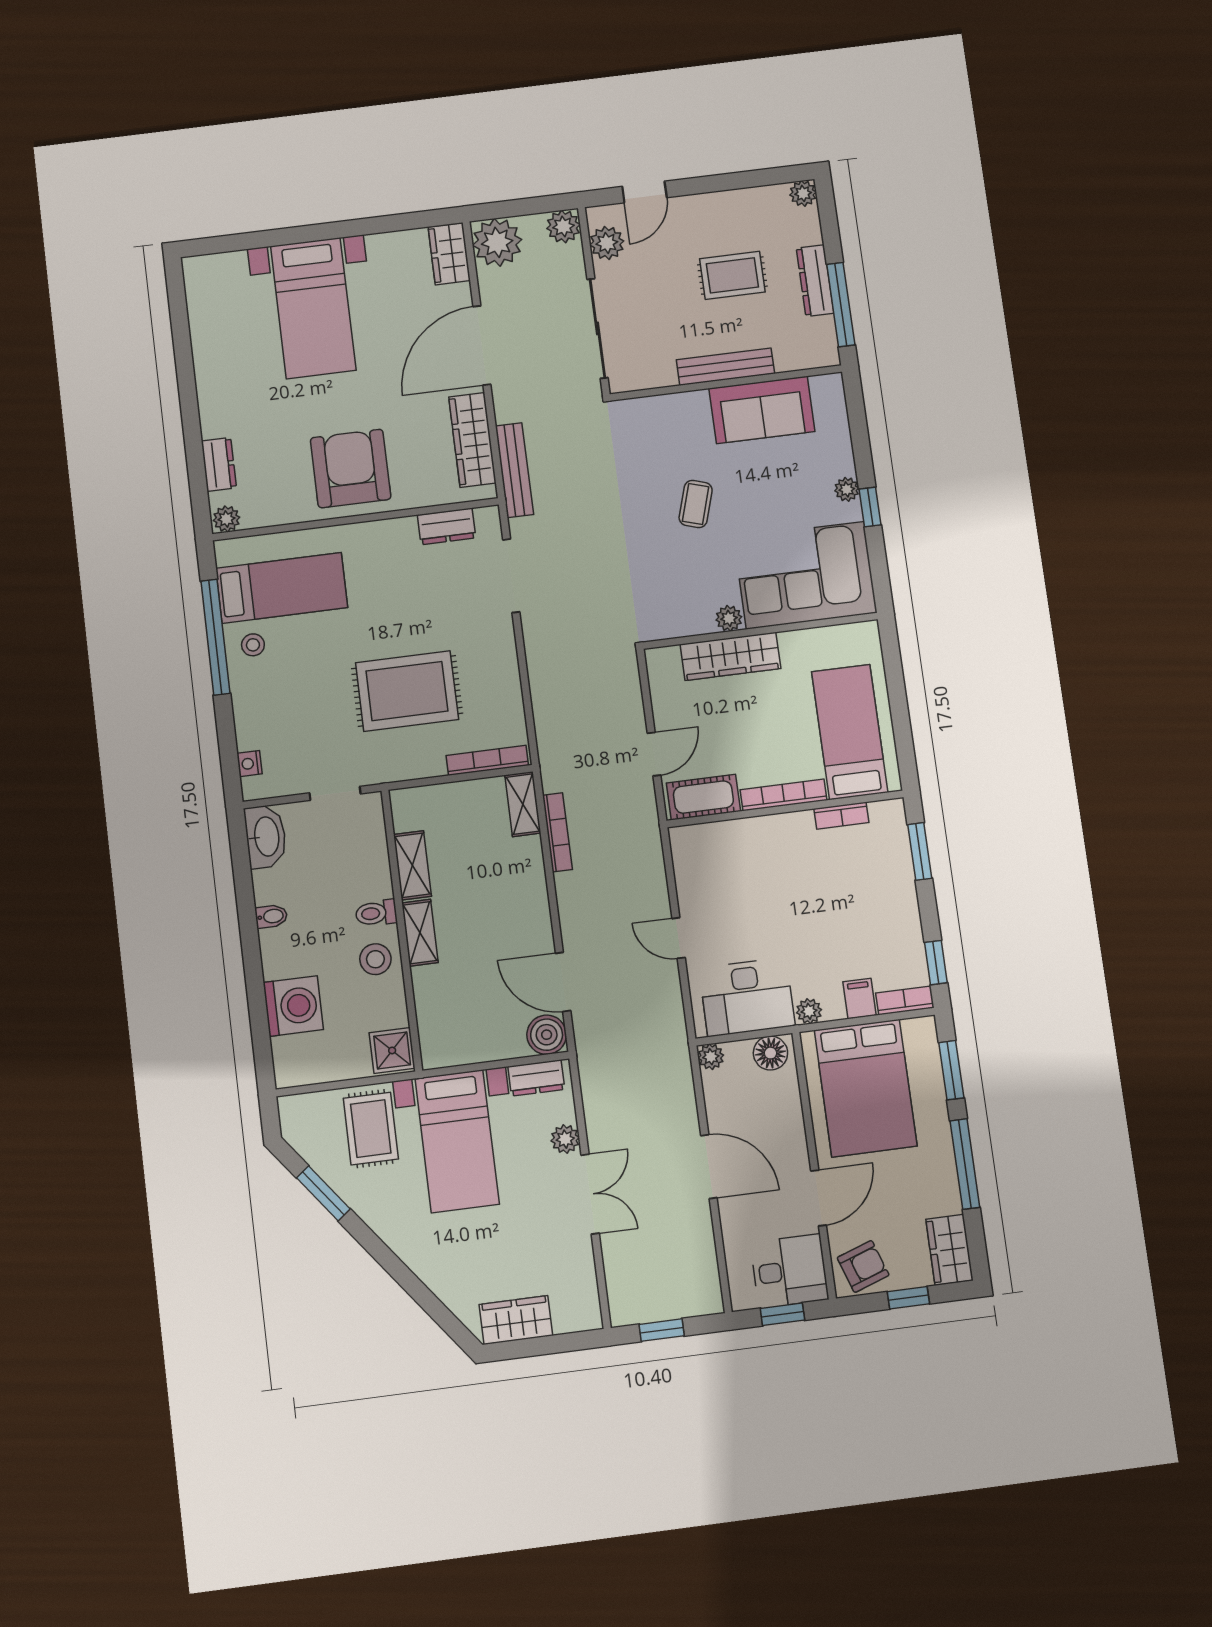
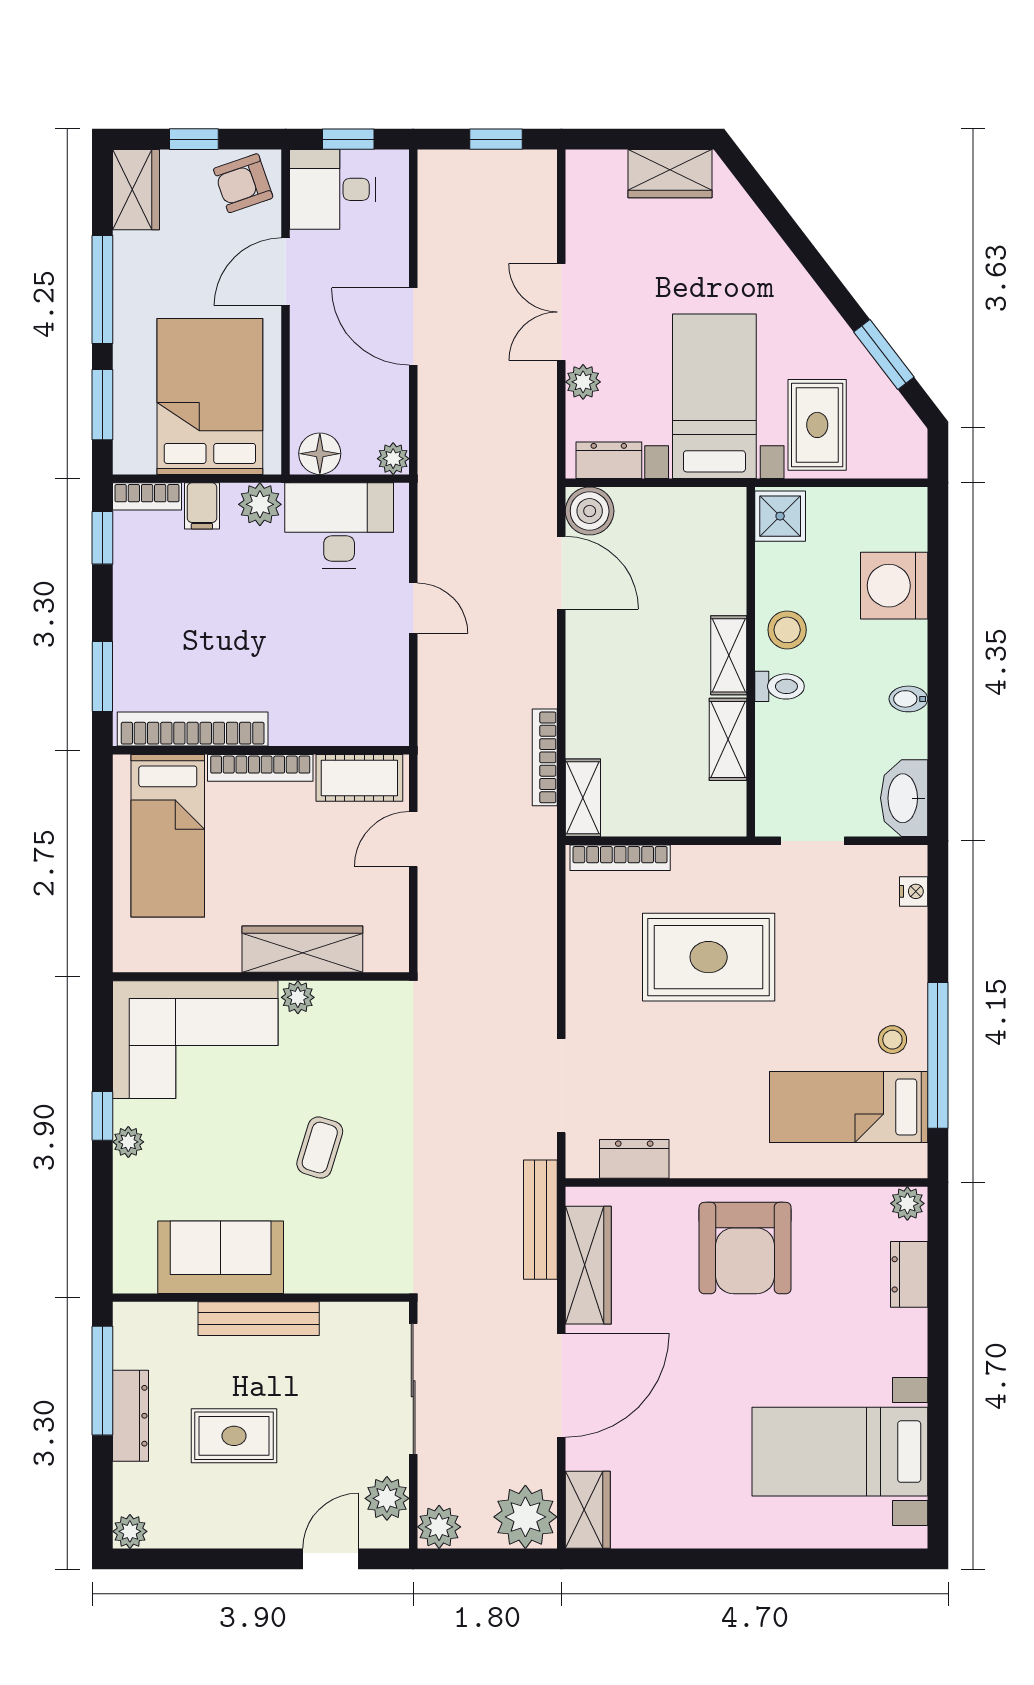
bed with nightstands: (313, 308) -> (840, 1452), moved, turned -90
bookcase: (841, 816) -> (193, 729), width x2.31, depth x1.31
plant: (809, 1011) -> (260, 504), width x1.38, depth x1.38

